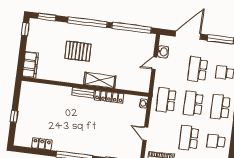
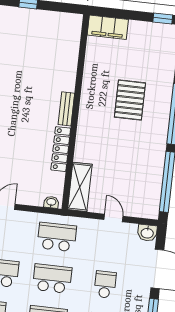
washbasin: (163, 52) -> (147, 233), moved
school desk: (198, 69) -> (105, 285), width x0.54
shelving: (100, 80) -> (80, 187), moved

